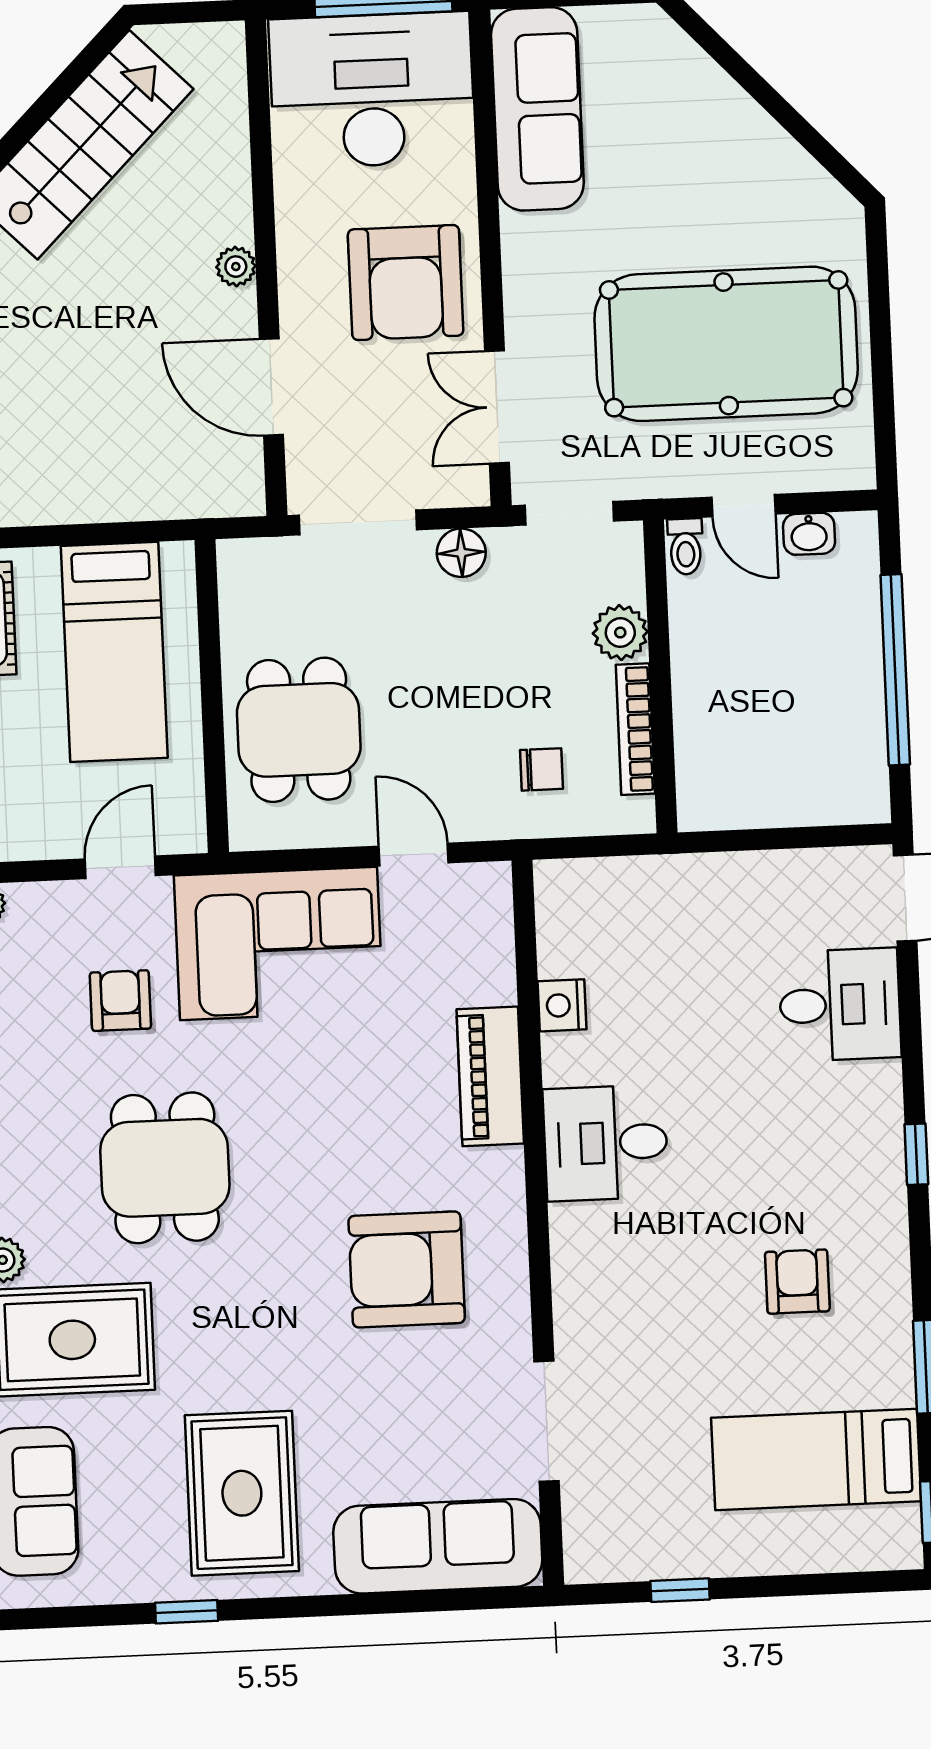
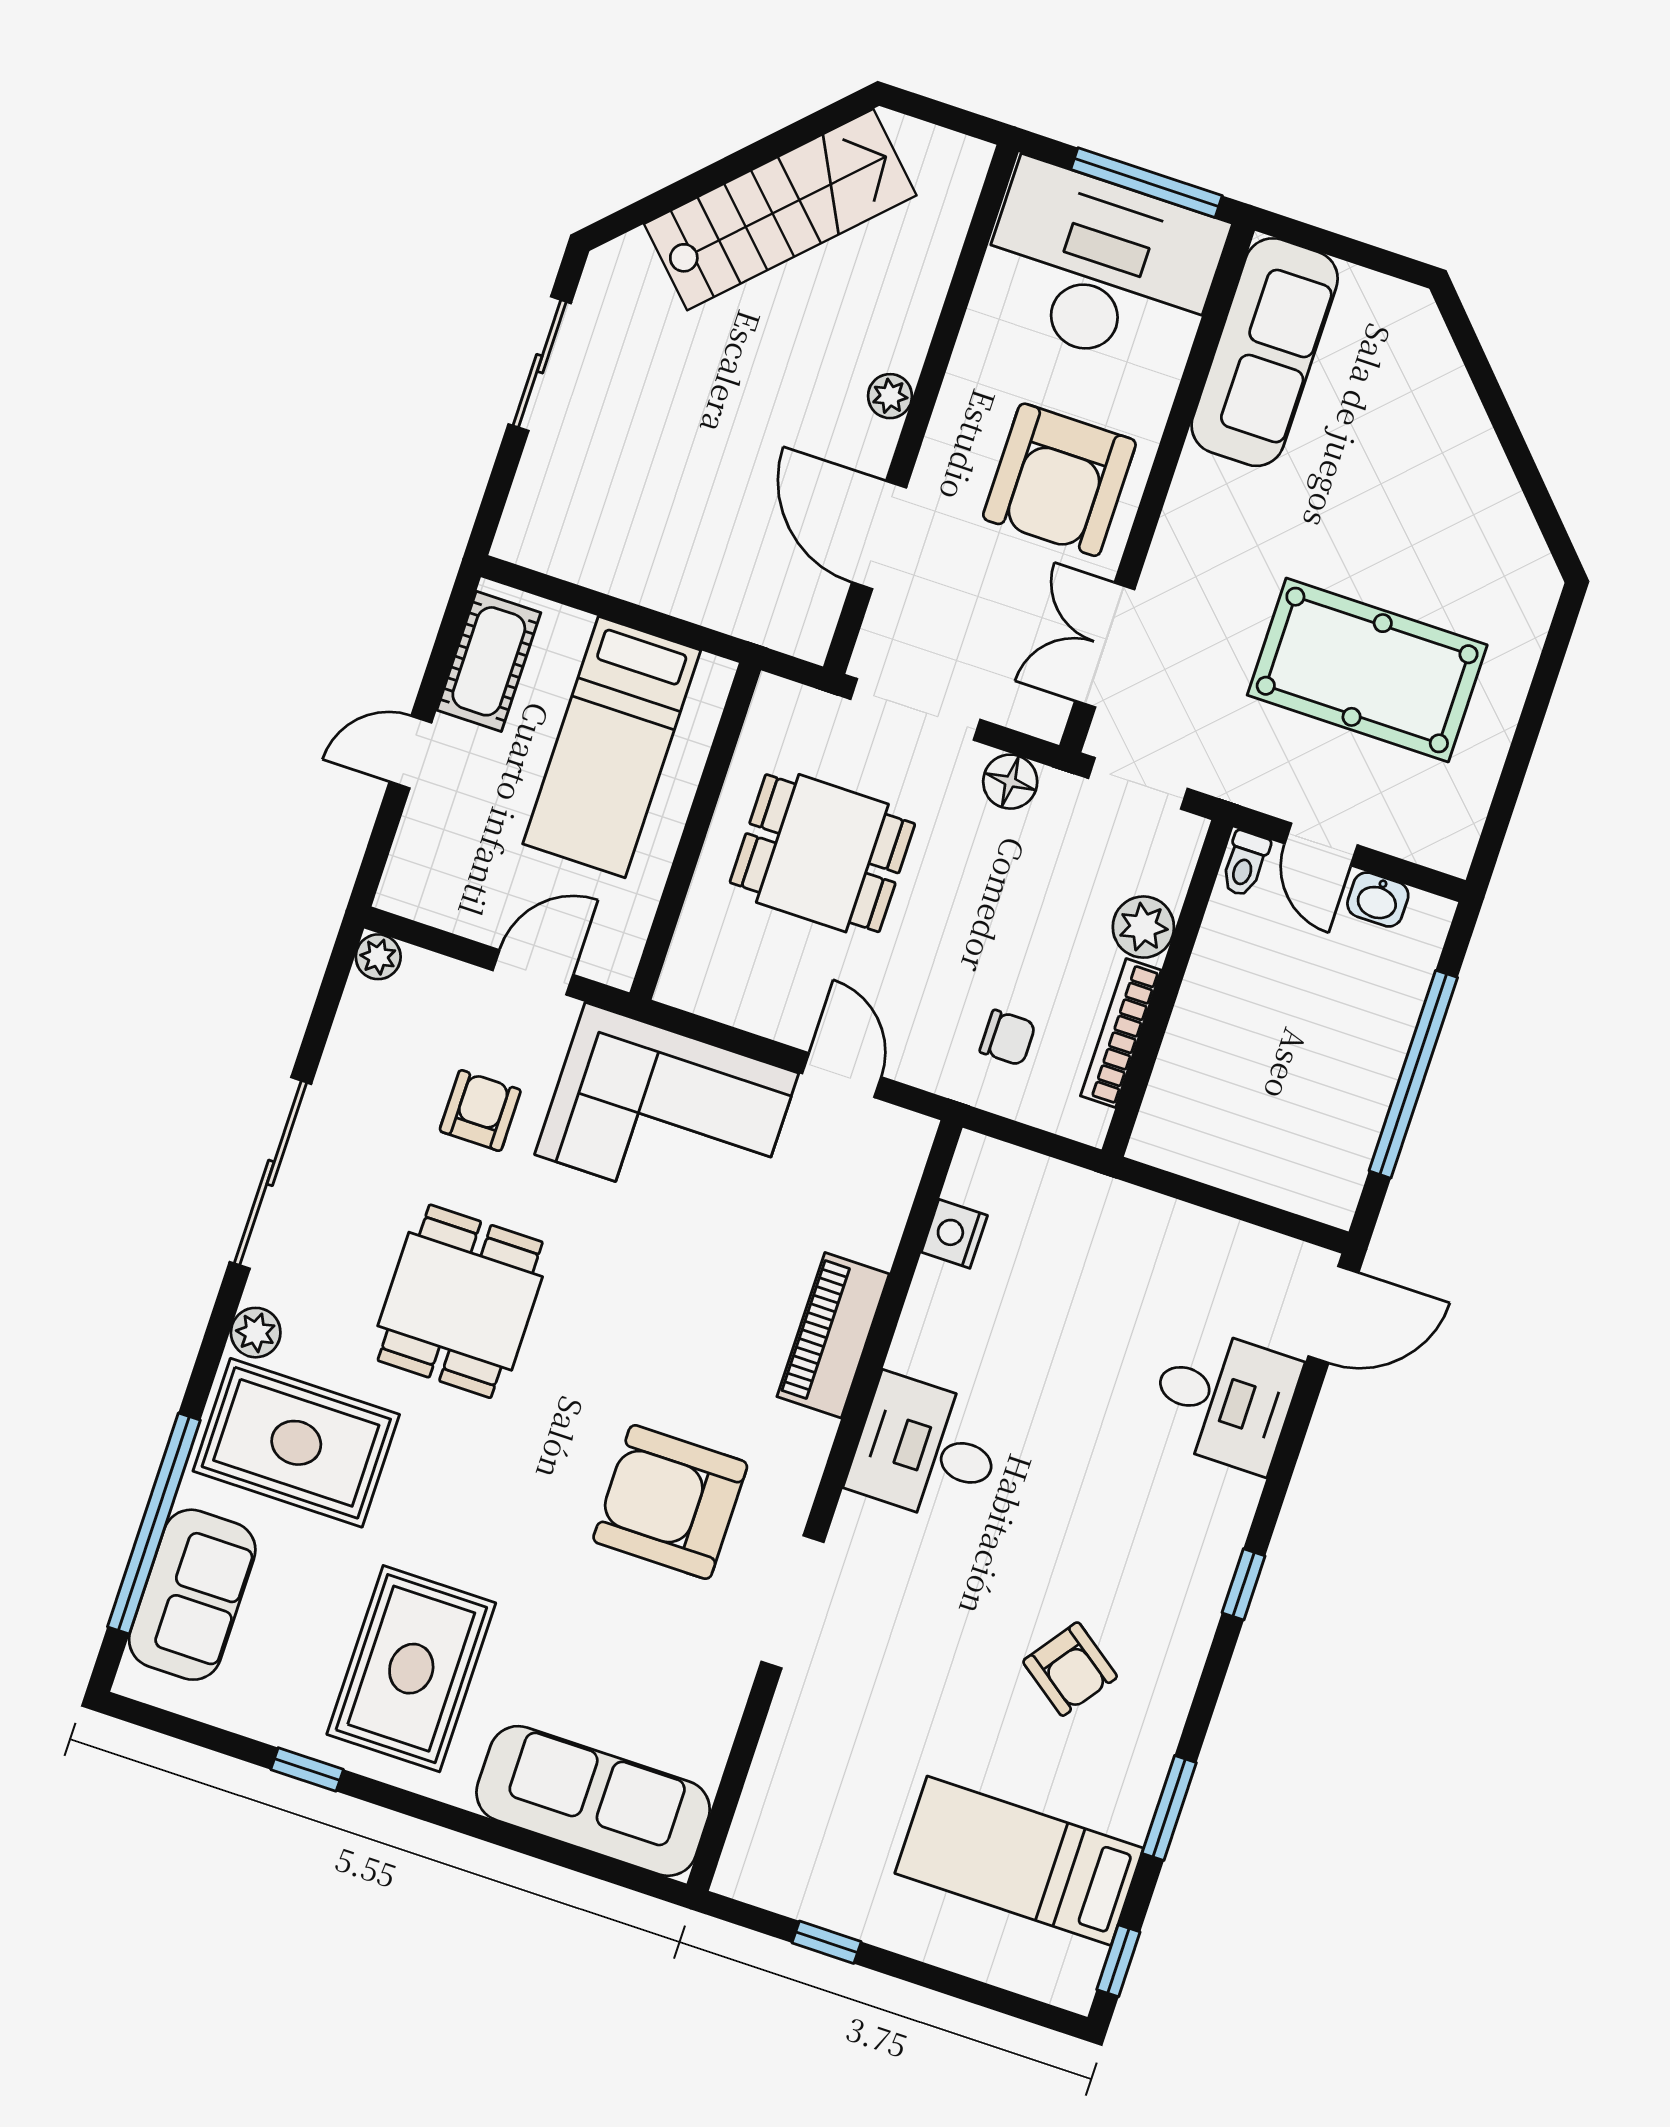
pool table: (726, 344) -> (1367, 670), width x0.73, depth x0.76
dining table: (299, 730) -> (822, 853), moved, turned 90
nightstand: (562, 1005) -> (954, 1234), moved
armchair: (797, 1282) -> (1070, 1669), turned 126
doorway: (546, 1421) -> (793, 1602), moved

